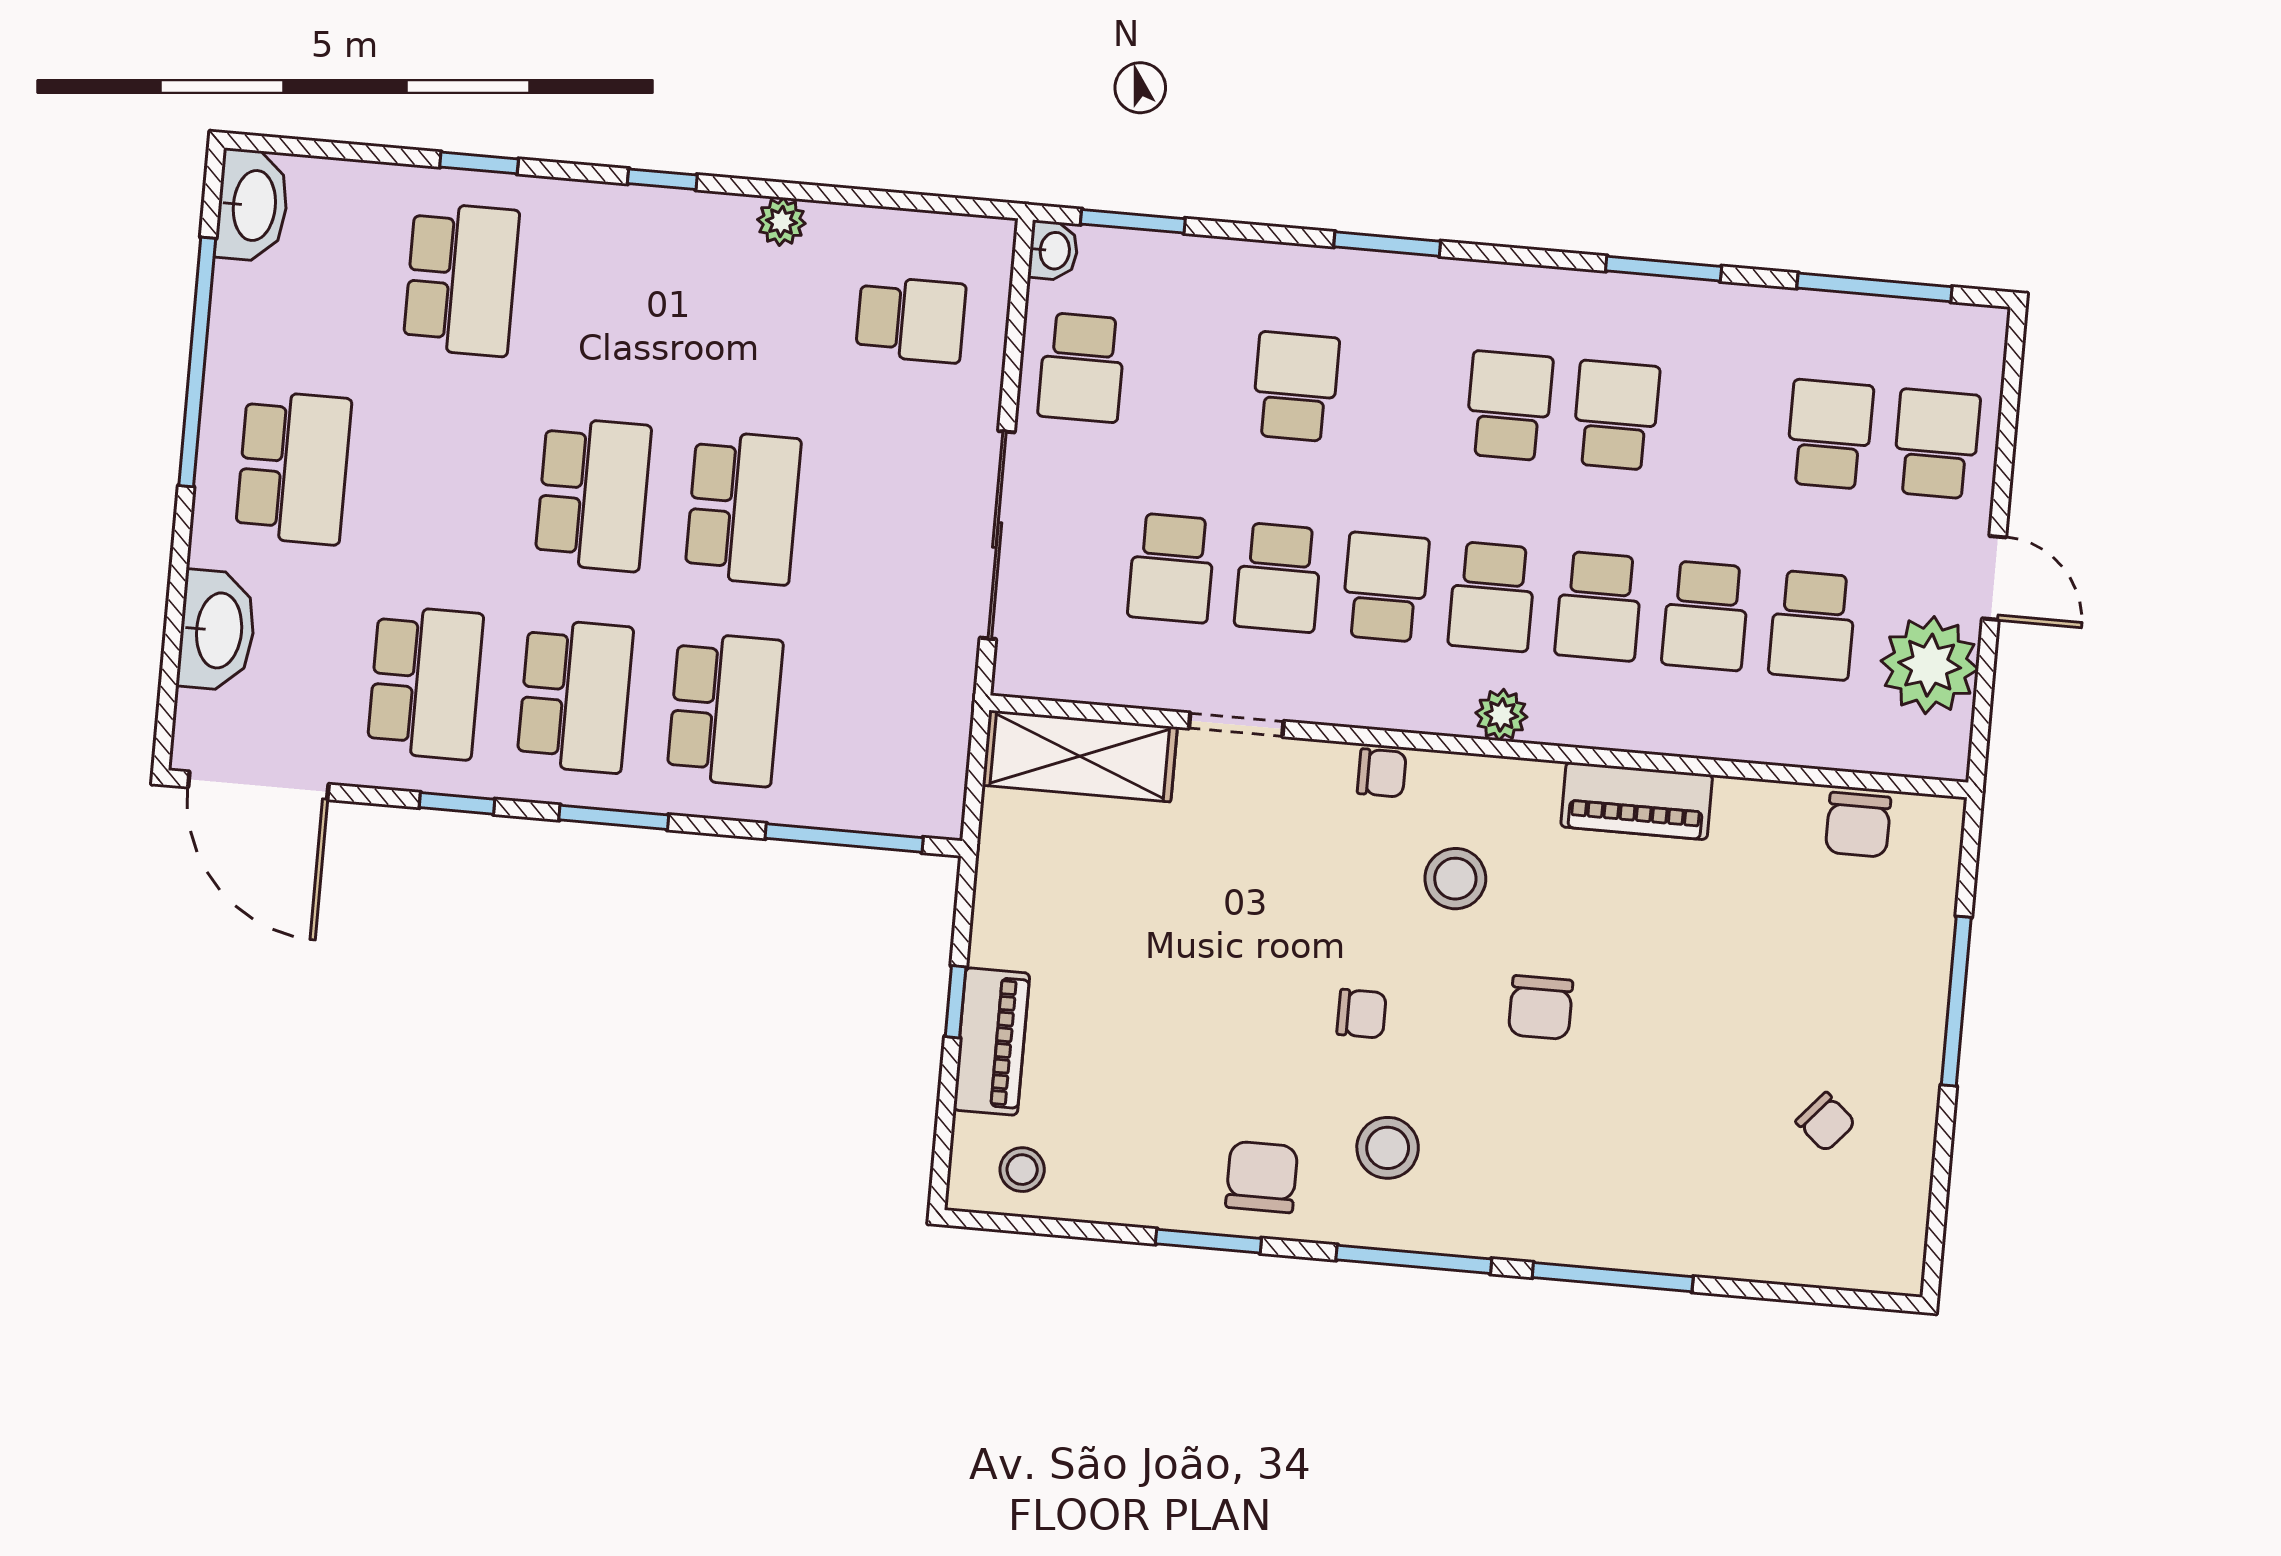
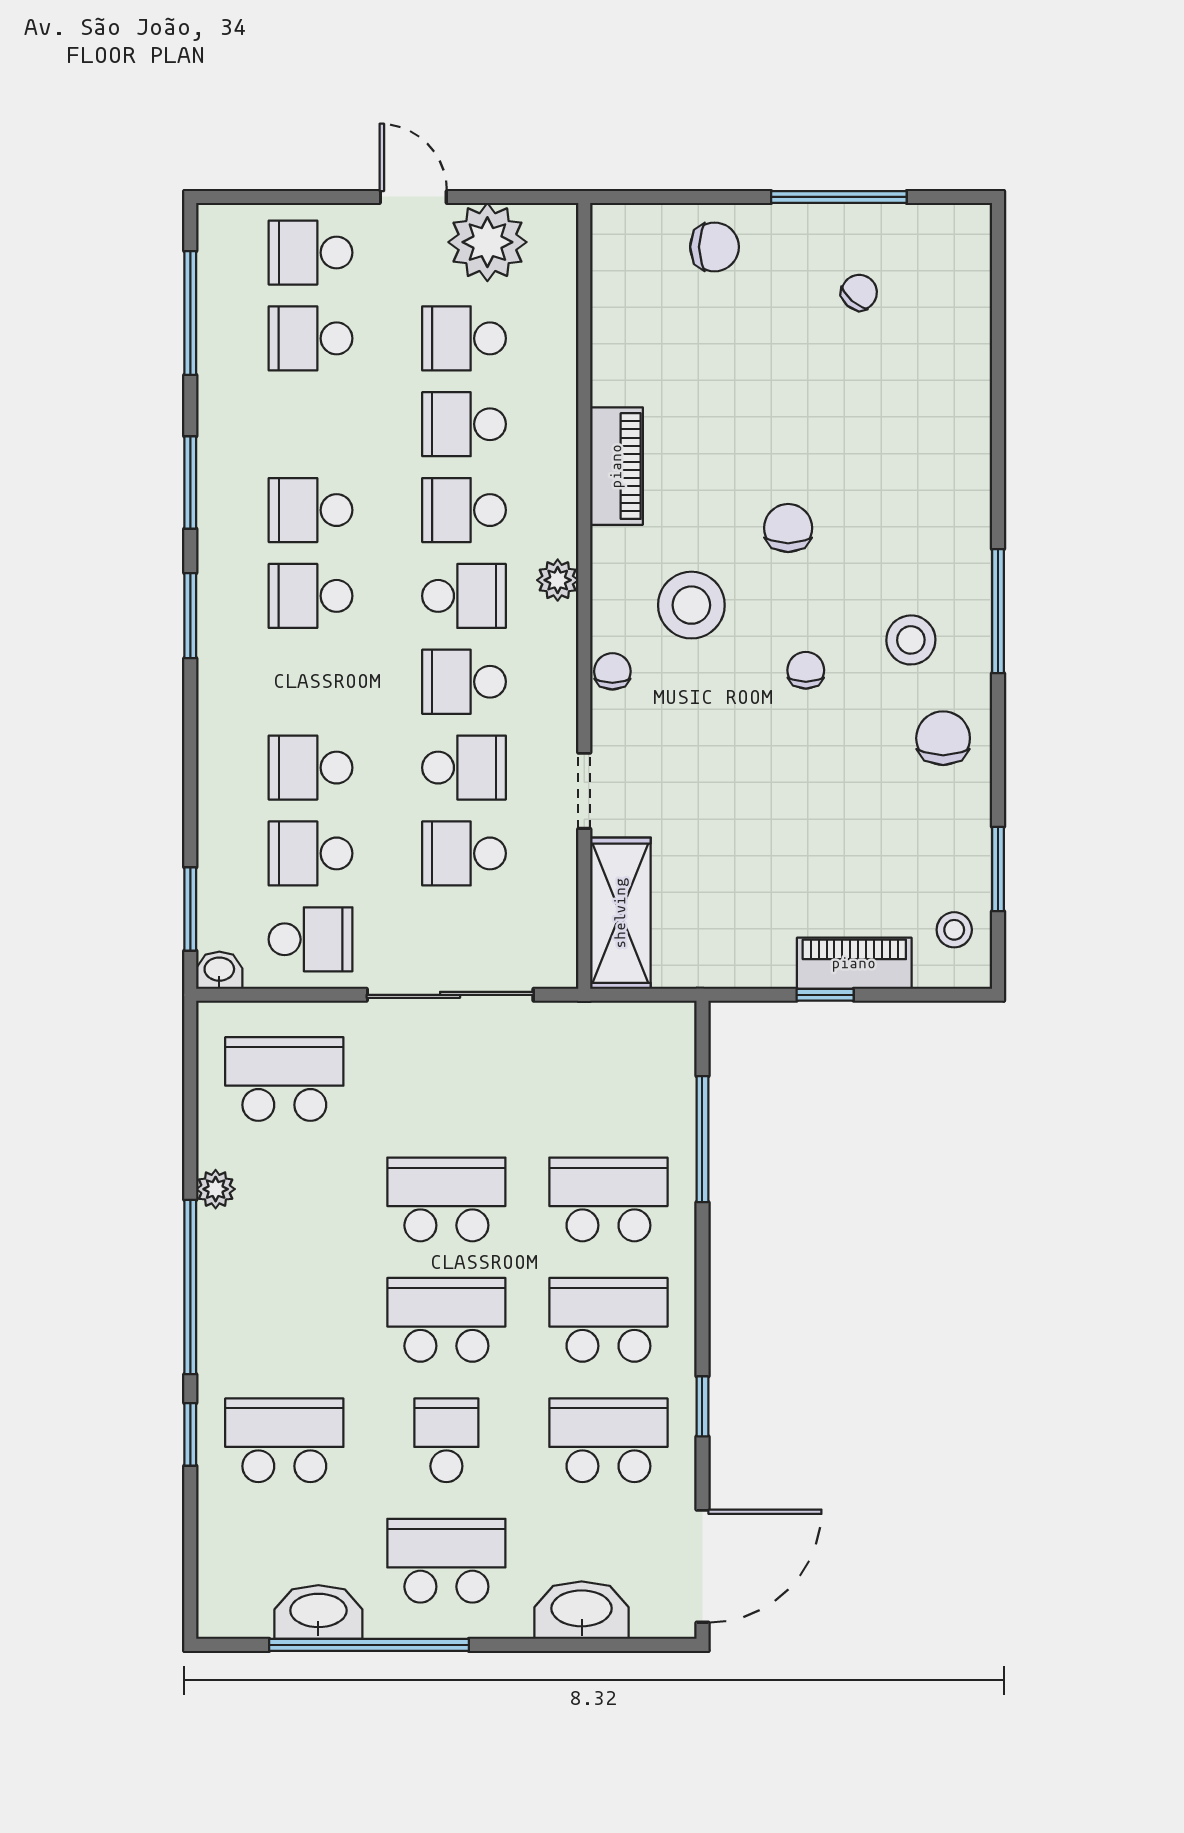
window: (662, 179) -> (190, 1287), width x3.17
washbasin: (252, 205) -> (318, 1612), moved
window: (1387, 244) -> (190, 616), moved
school desk: (911, 319) -> (284, 1079), width x1.85
school desk: (1189, 377) -> (311, 853), added
school desk: (443, 481) -> (446, 1440), added
school desk: (1172, 568) -> (464, 853), turned 180
door: (1994, 578) -> (413, 197), hinge flipped
school desk: (1599, 606) -> (464, 510), turned 180
school desk: (1706, 616) -> (464, 424), turned 180
school desk: (1812, 625) -> (464, 338), turned 180
window: (614, 817) -> (702, 1280), removed
chair: (1858, 825) -> (714, 247), moved
window: (844, 838) -> (702, 1139), moved
stool: (1455, 879) -> (691, 605), width x1.38, depth x1.38
window: (1956, 1001) -> (839, 197), moved
chair: (1541, 1008) -> (788, 528), turned -90
chair: (1262, 1177) -> (943, 738), turned 90
window: (1208, 1241) -> (998, 869), moved
window: (1613, 1277) -> (998, 451), removed

